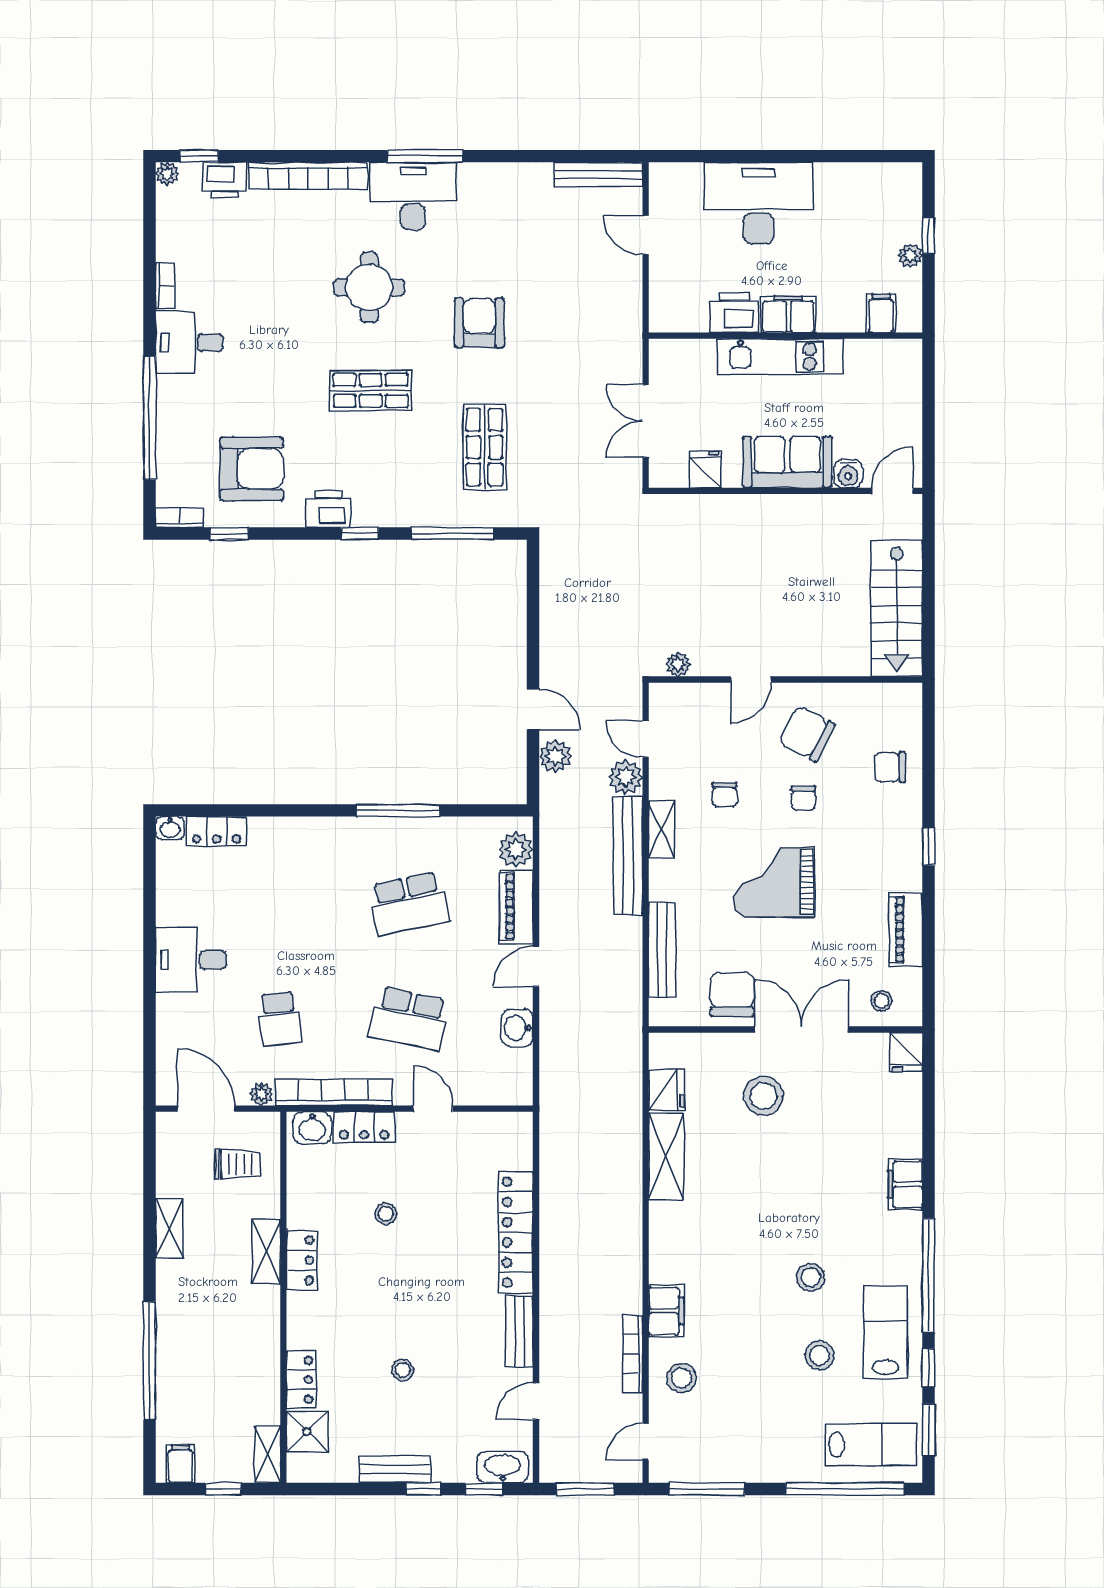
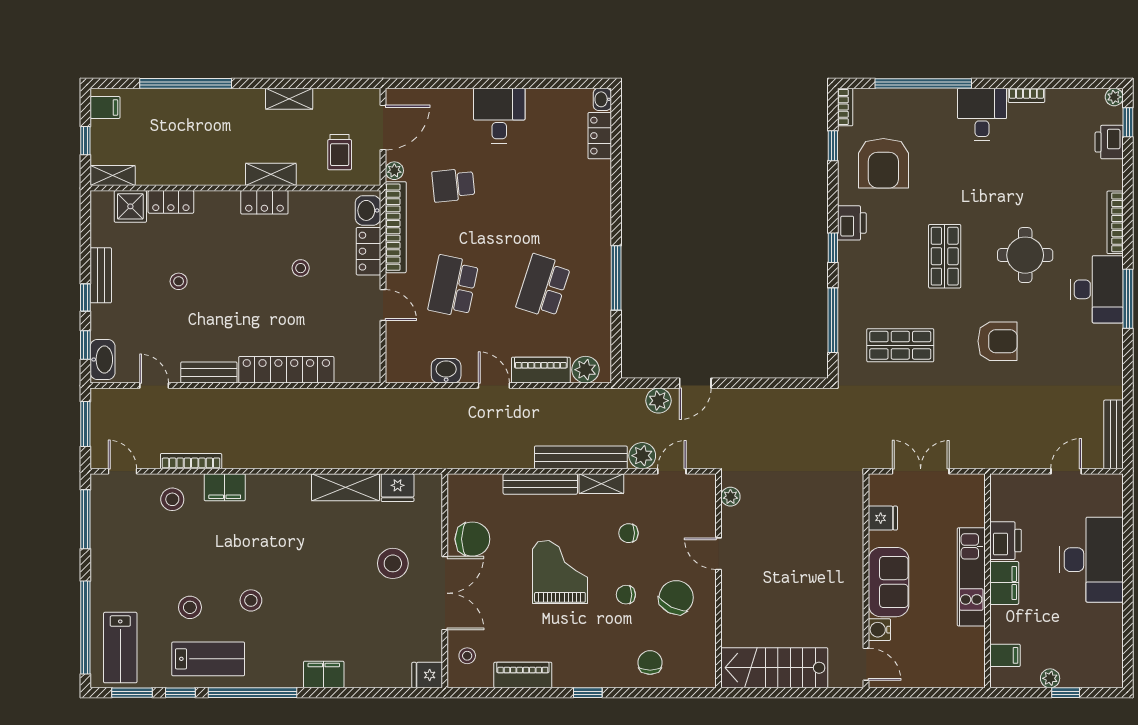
bookcase: (308, 176) -> (1115, 222), width x0.68, depth x0.76
school desk: (409, 903) -> (543, 286), turned 30
bench: (662, 950) -> (540, 484), moved
door: (433, 1109) -> (383, 305), hinge flipped

